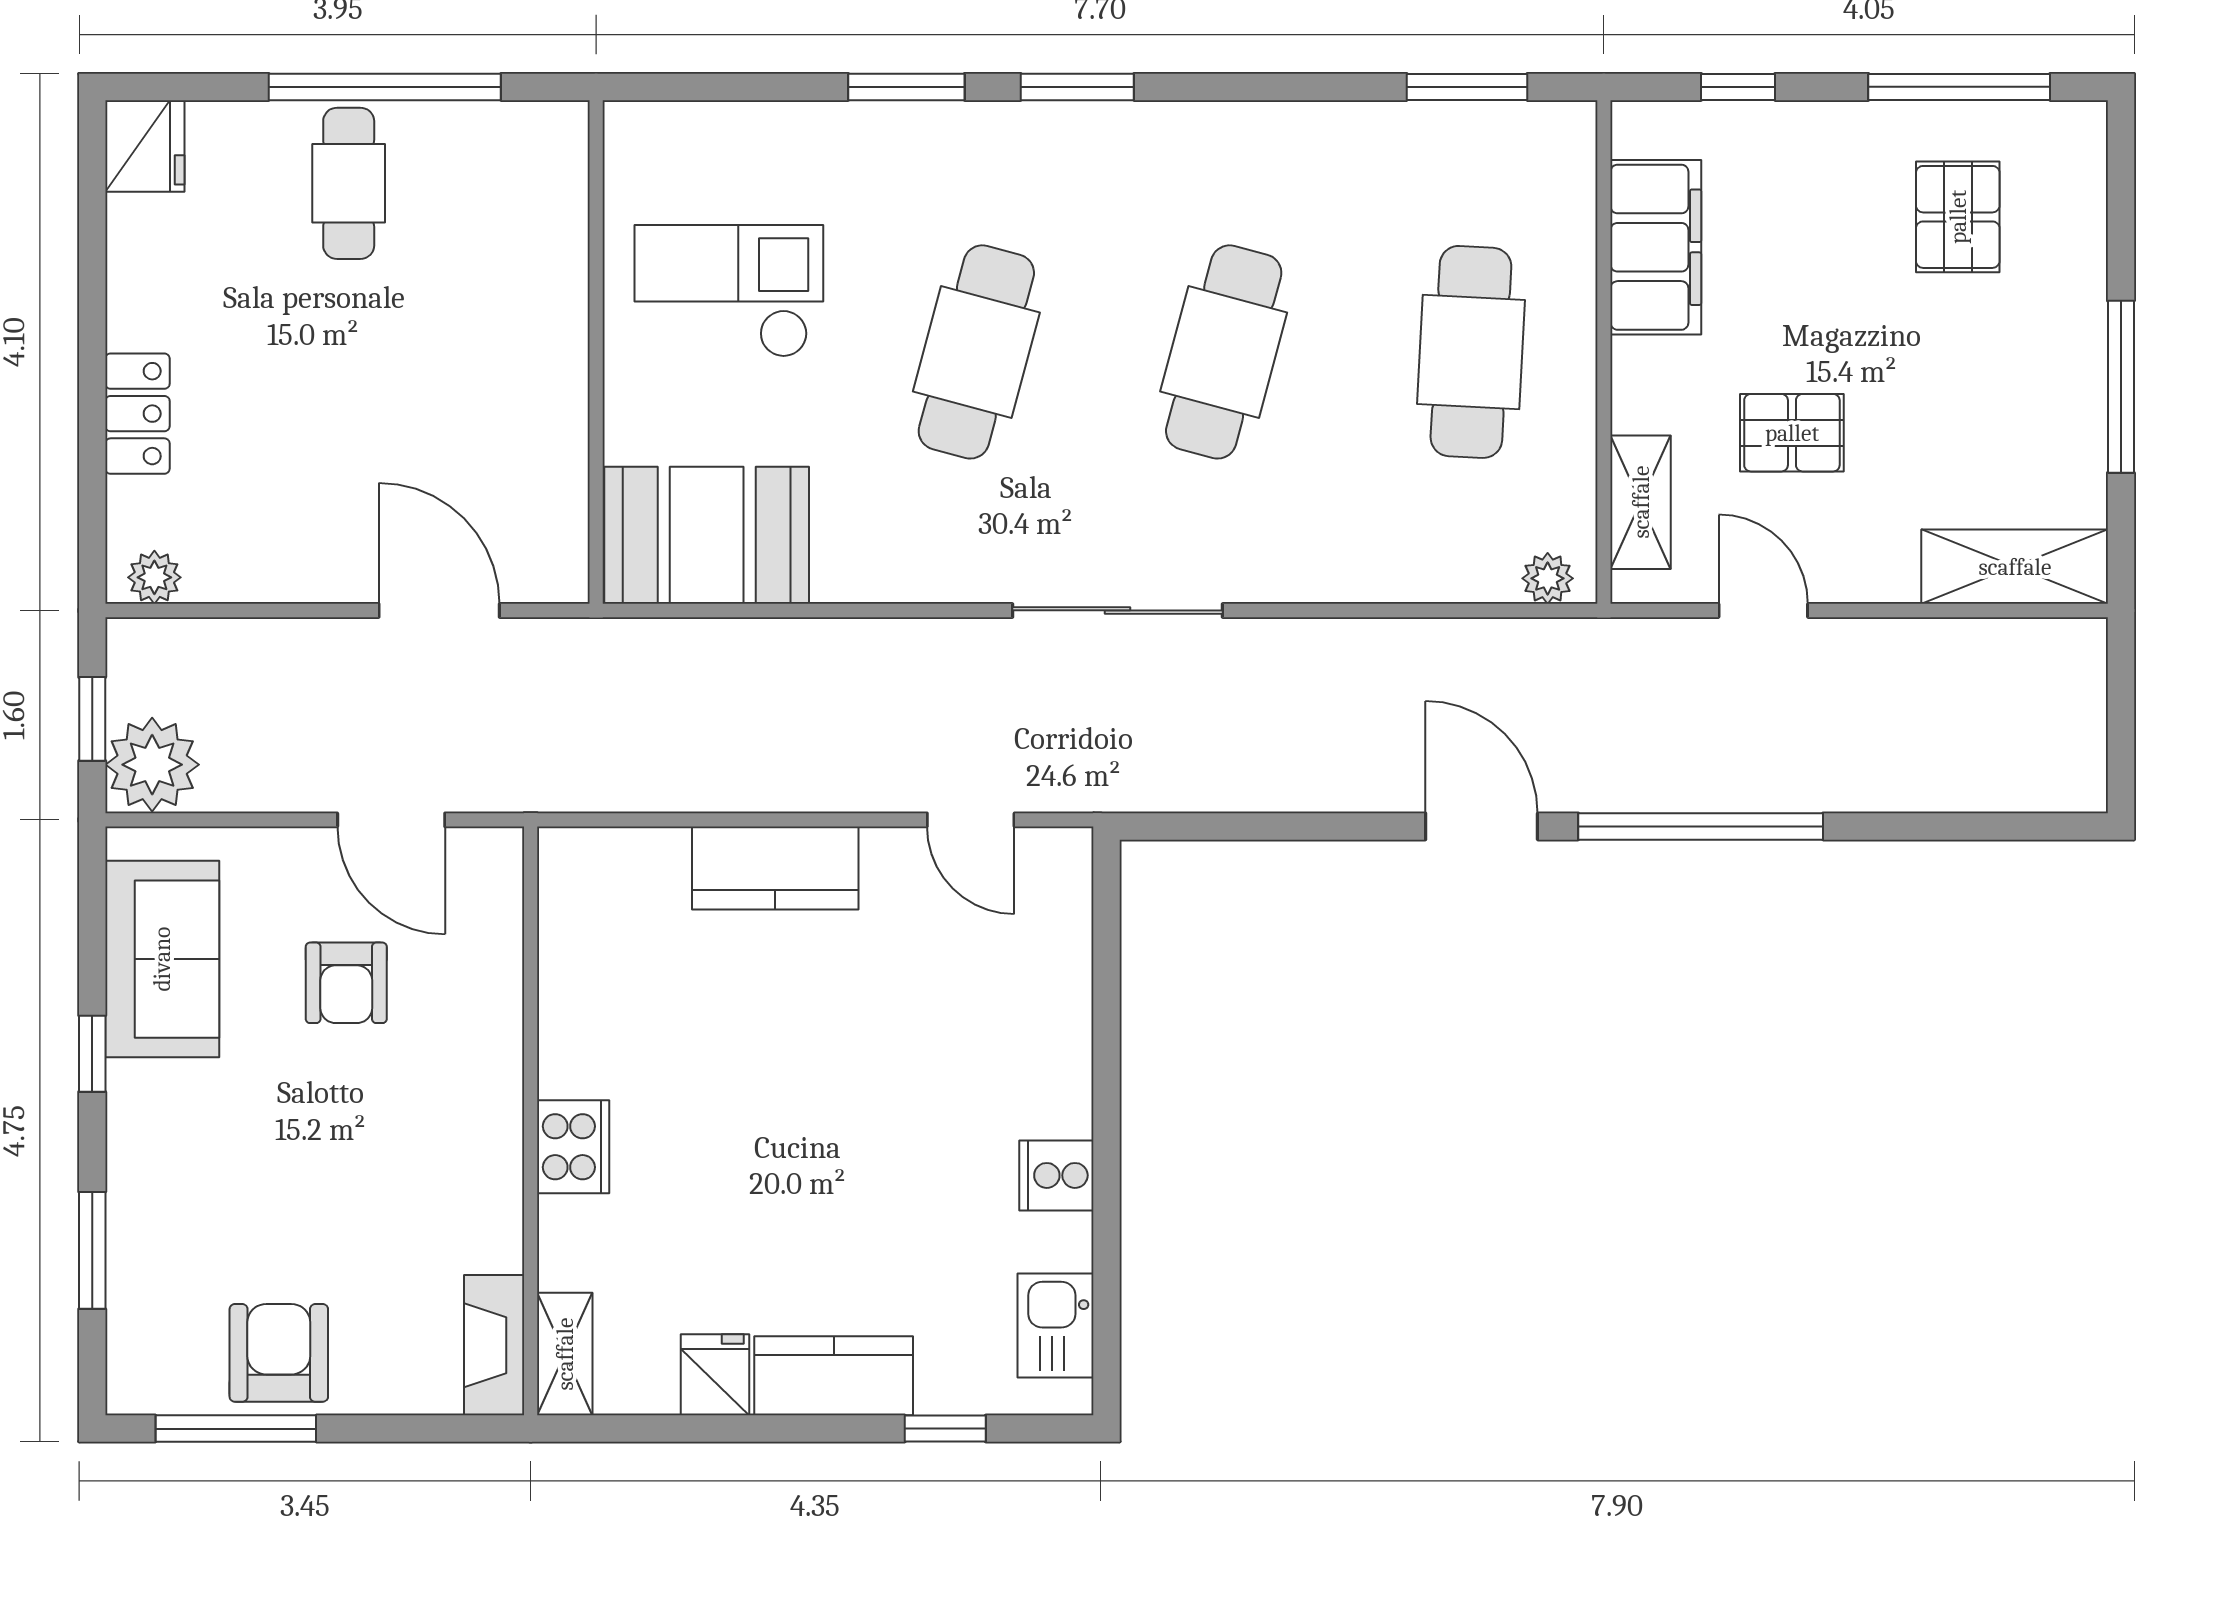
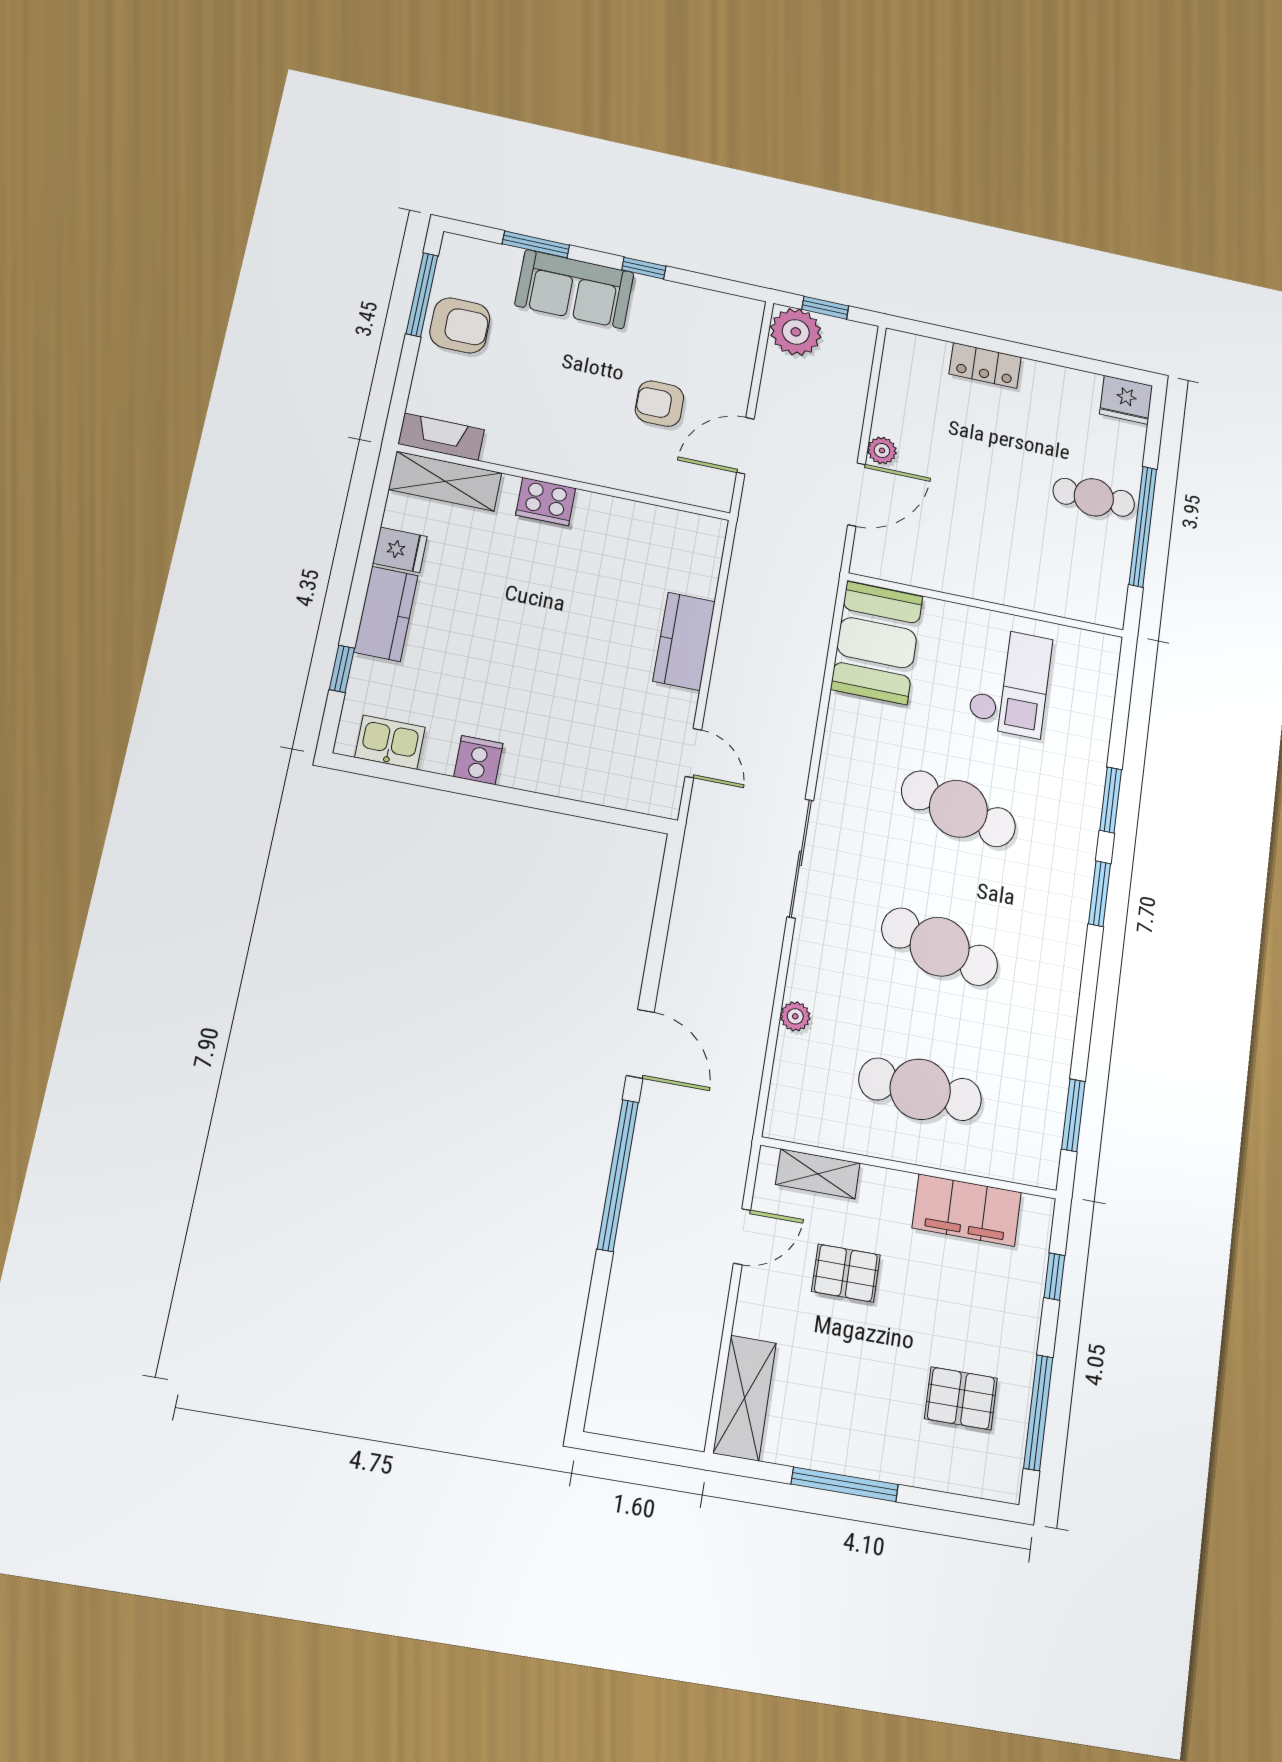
pallet: (1792, 433) -> (846, 1273), turned 90
plant: (154, 577) -> (882, 450), moved
plant: (1548, 578) -> (795, 1016), moved
door: (971, 820) -> (693, 753), swing flipped
door: (1482, 826) -> (640, 1044), hinge flipped
sofa: (162, 959) -> (574, 289), moved
shelving: (565, 1354) -> (445, 481), width x1.50, depth x1.33

